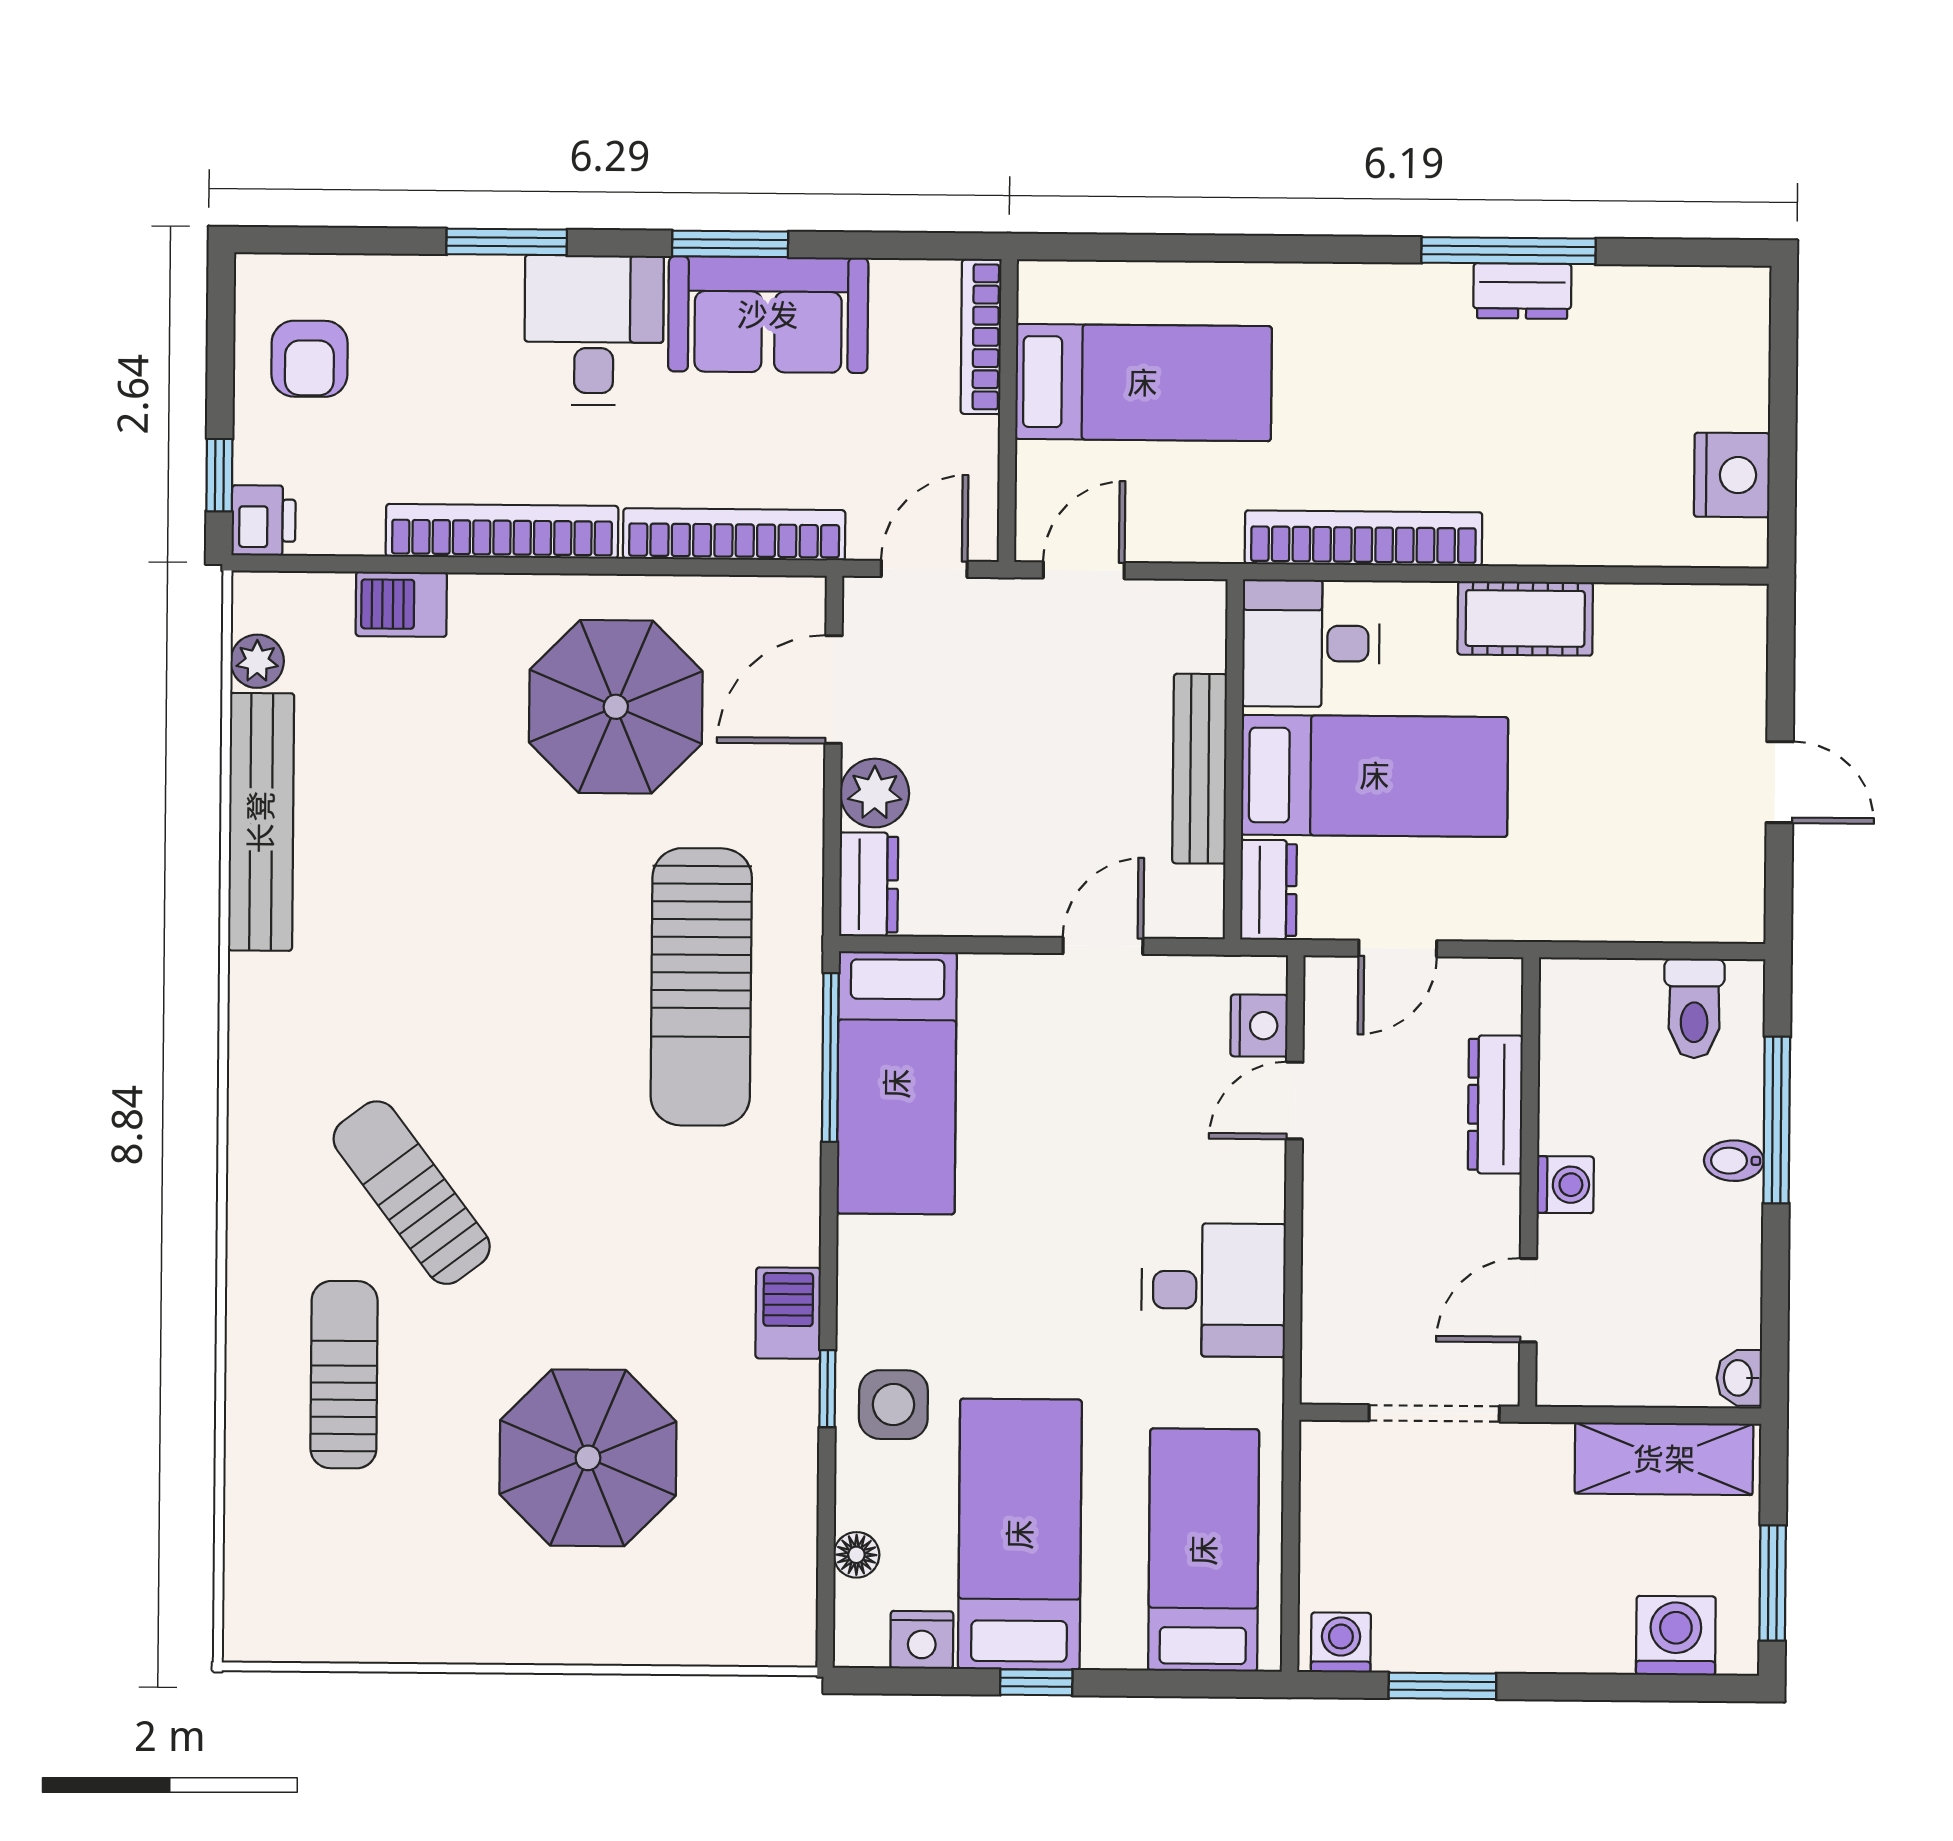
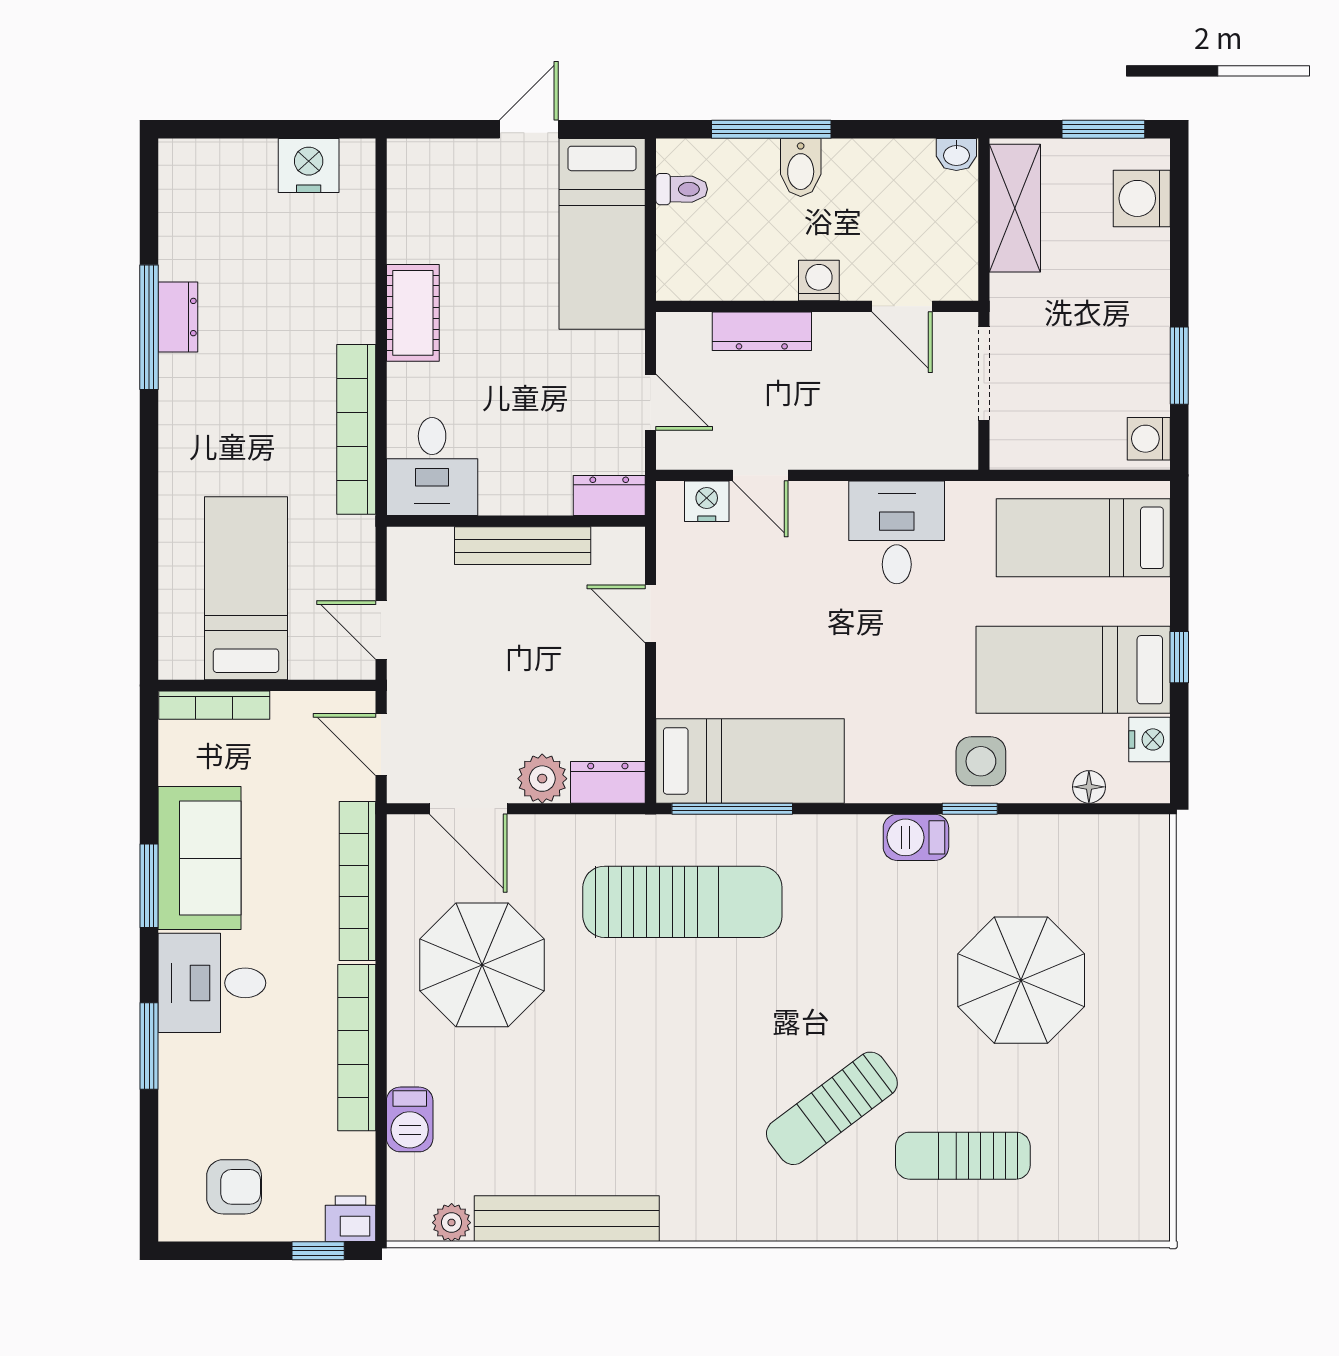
bed: (1375, 776) -> (602, 234), moved, turned 180
toilet: (1694, 1008) -> (682, 189), width x0.73, depth x0.72
bidet: (1734, 1161) -> (801, 168), width x1.38, depth x1.36

